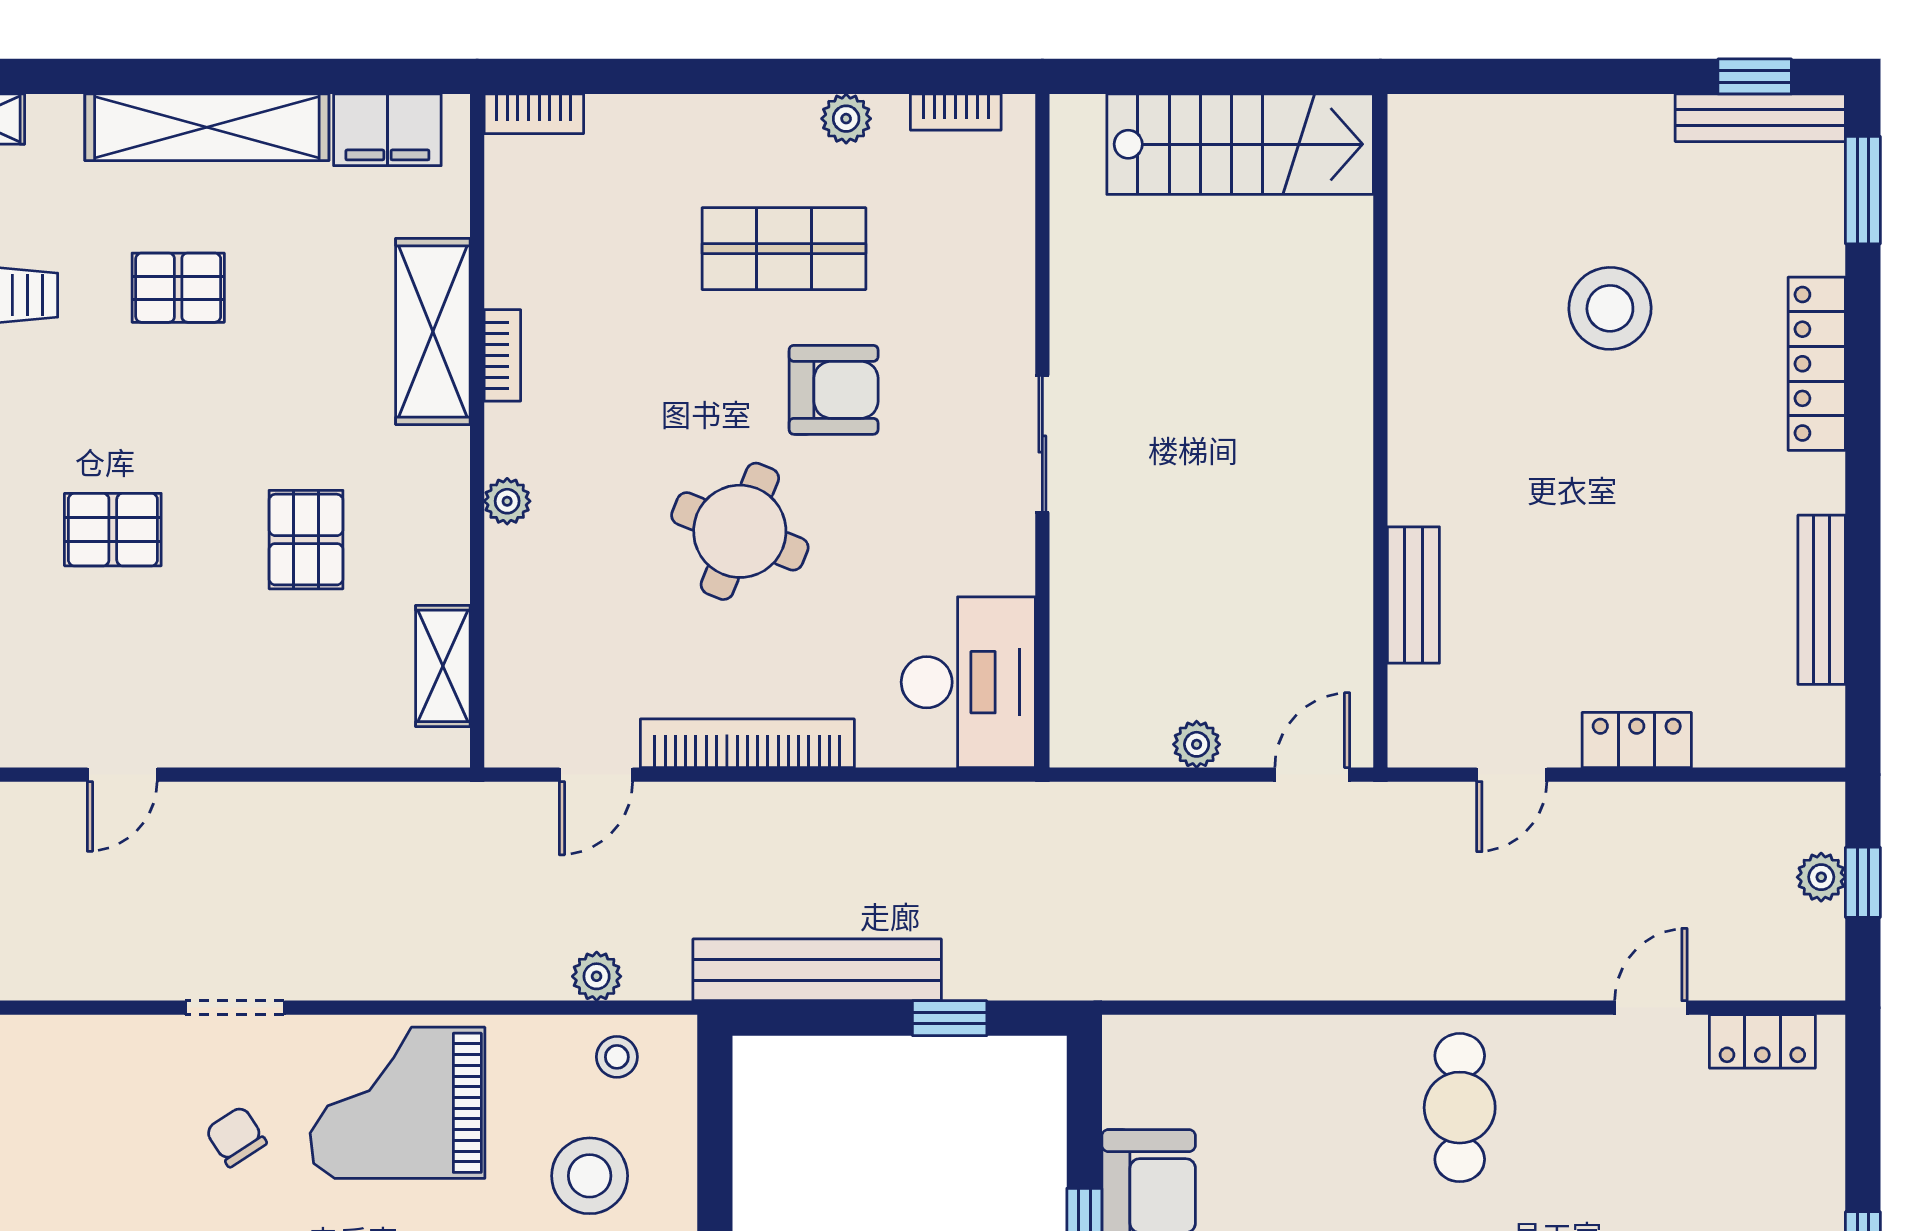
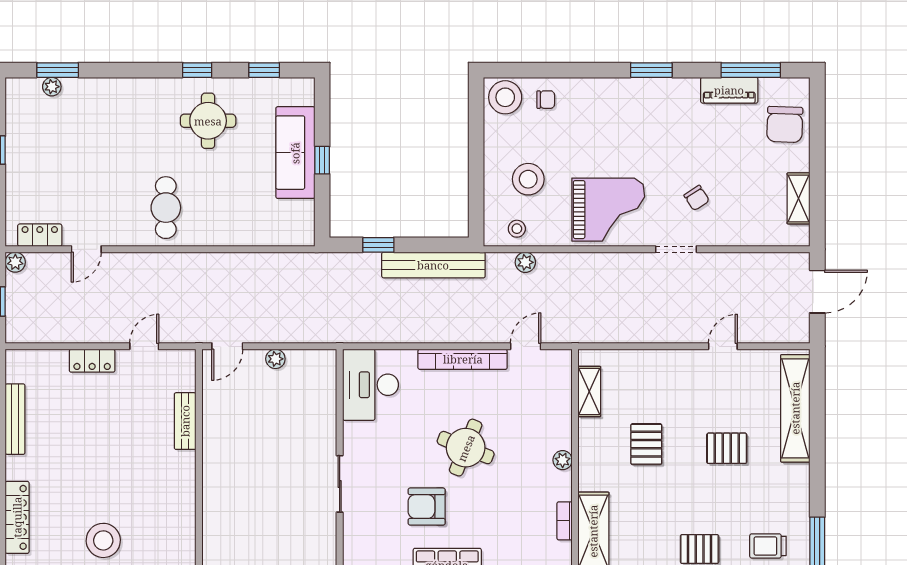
plant: (1821, 877) -> (15, 262), moved
chair: (236, 1137) -> (697, 198), moved

